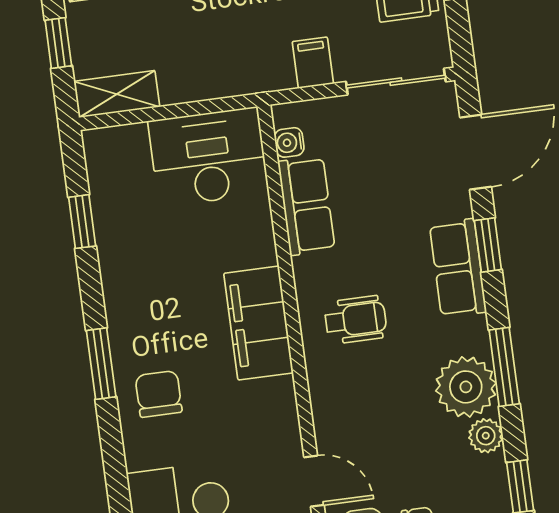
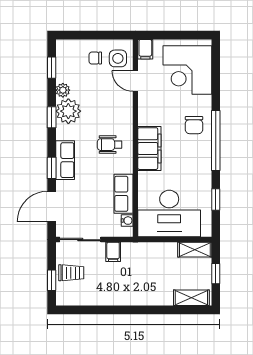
desk: (208, 157) -> (169, 214), width x1.36, depth x1.30
window: (101, 364) -> (216, 141), width x2.11
window: (504, 367) -> (52, 117), width x0.67

